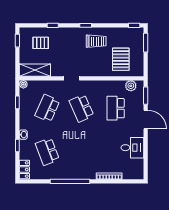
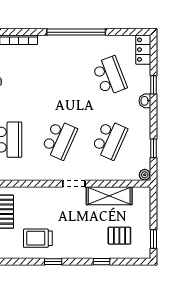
shelving: (35, 70) -> (109, 196), moved
school desk: (81, 108) -> (59, 140), turned 48

